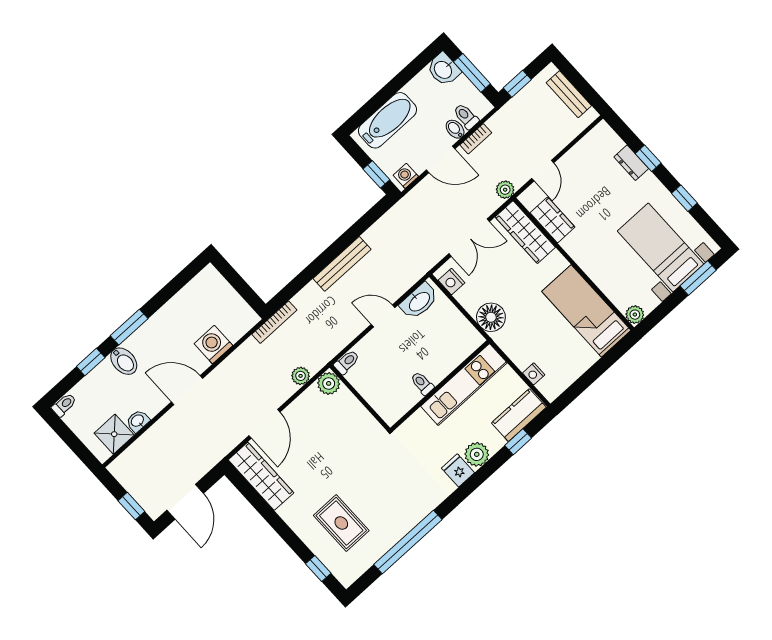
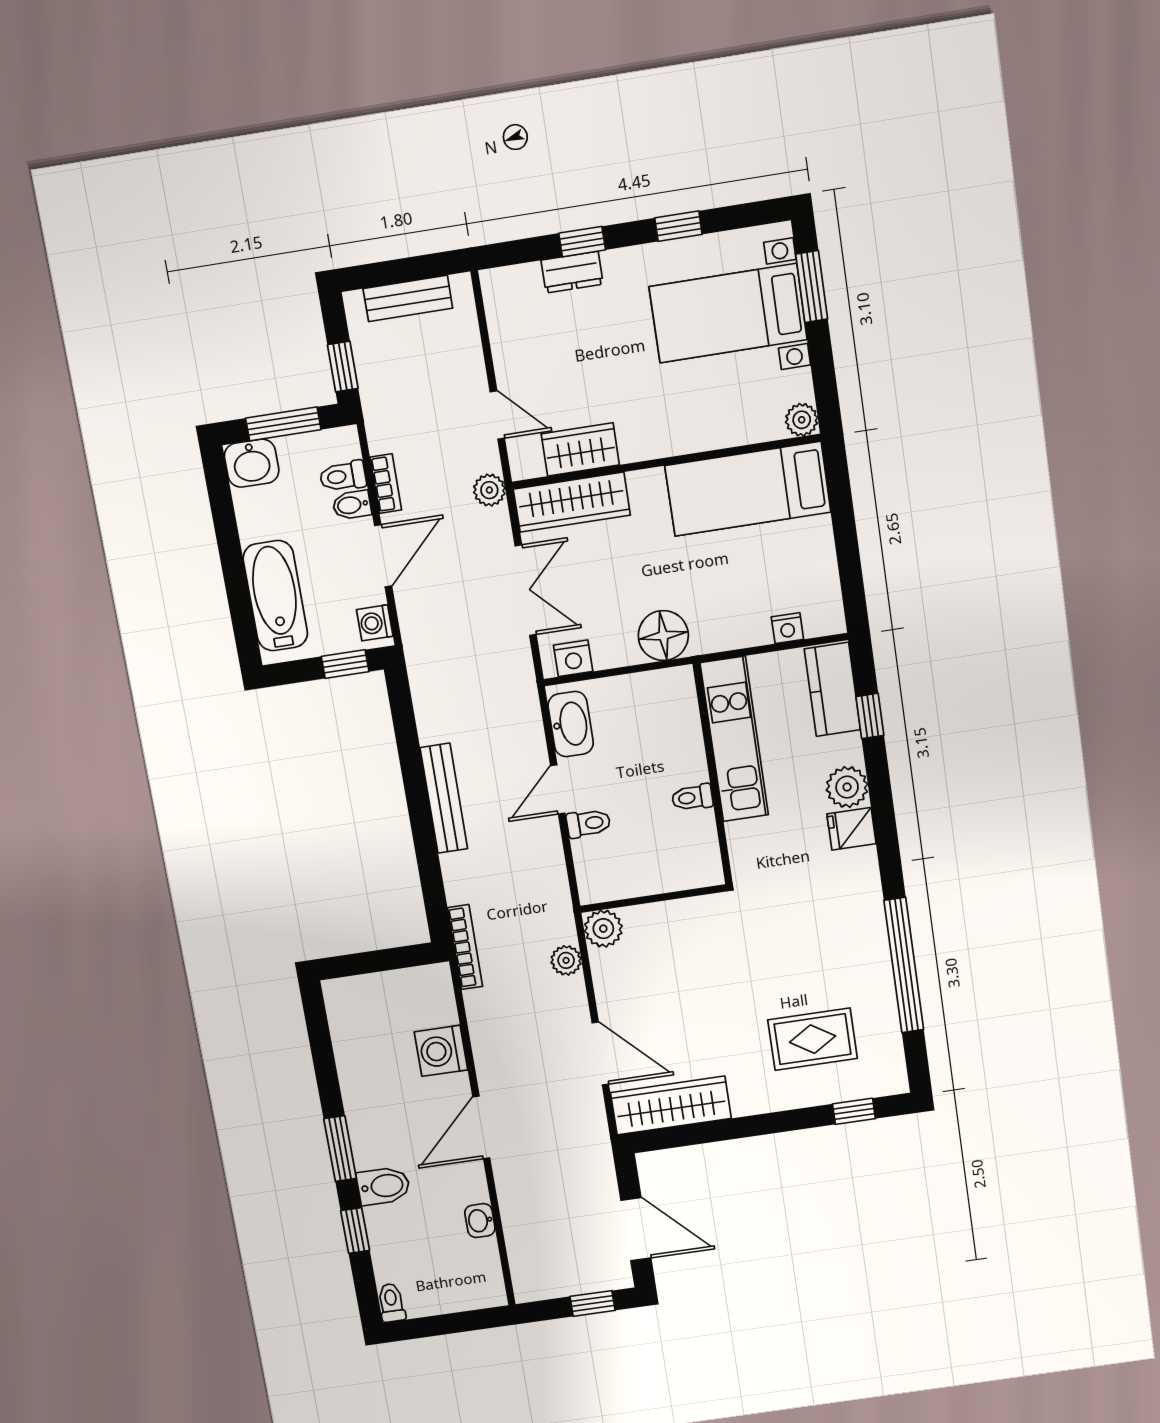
toilet: (347, 362) -> (588, 823), moved, turned 90
shower: (114, 434) -> (477, 1263), removed

